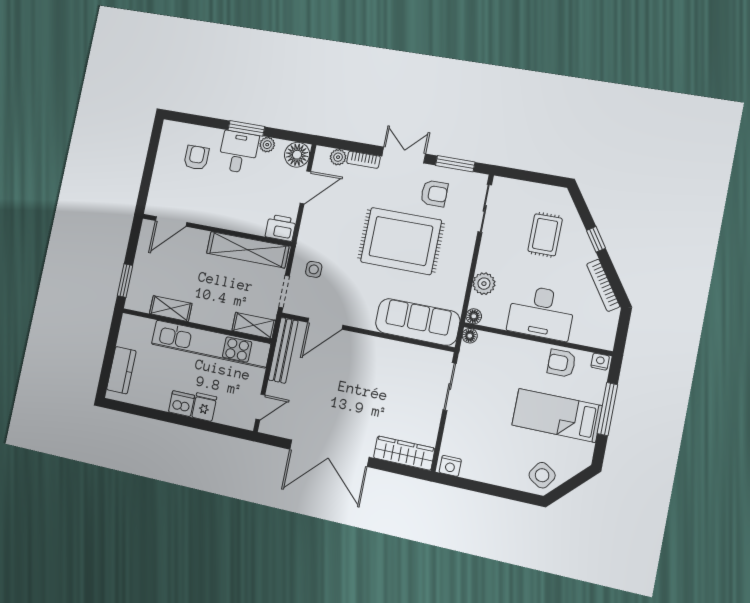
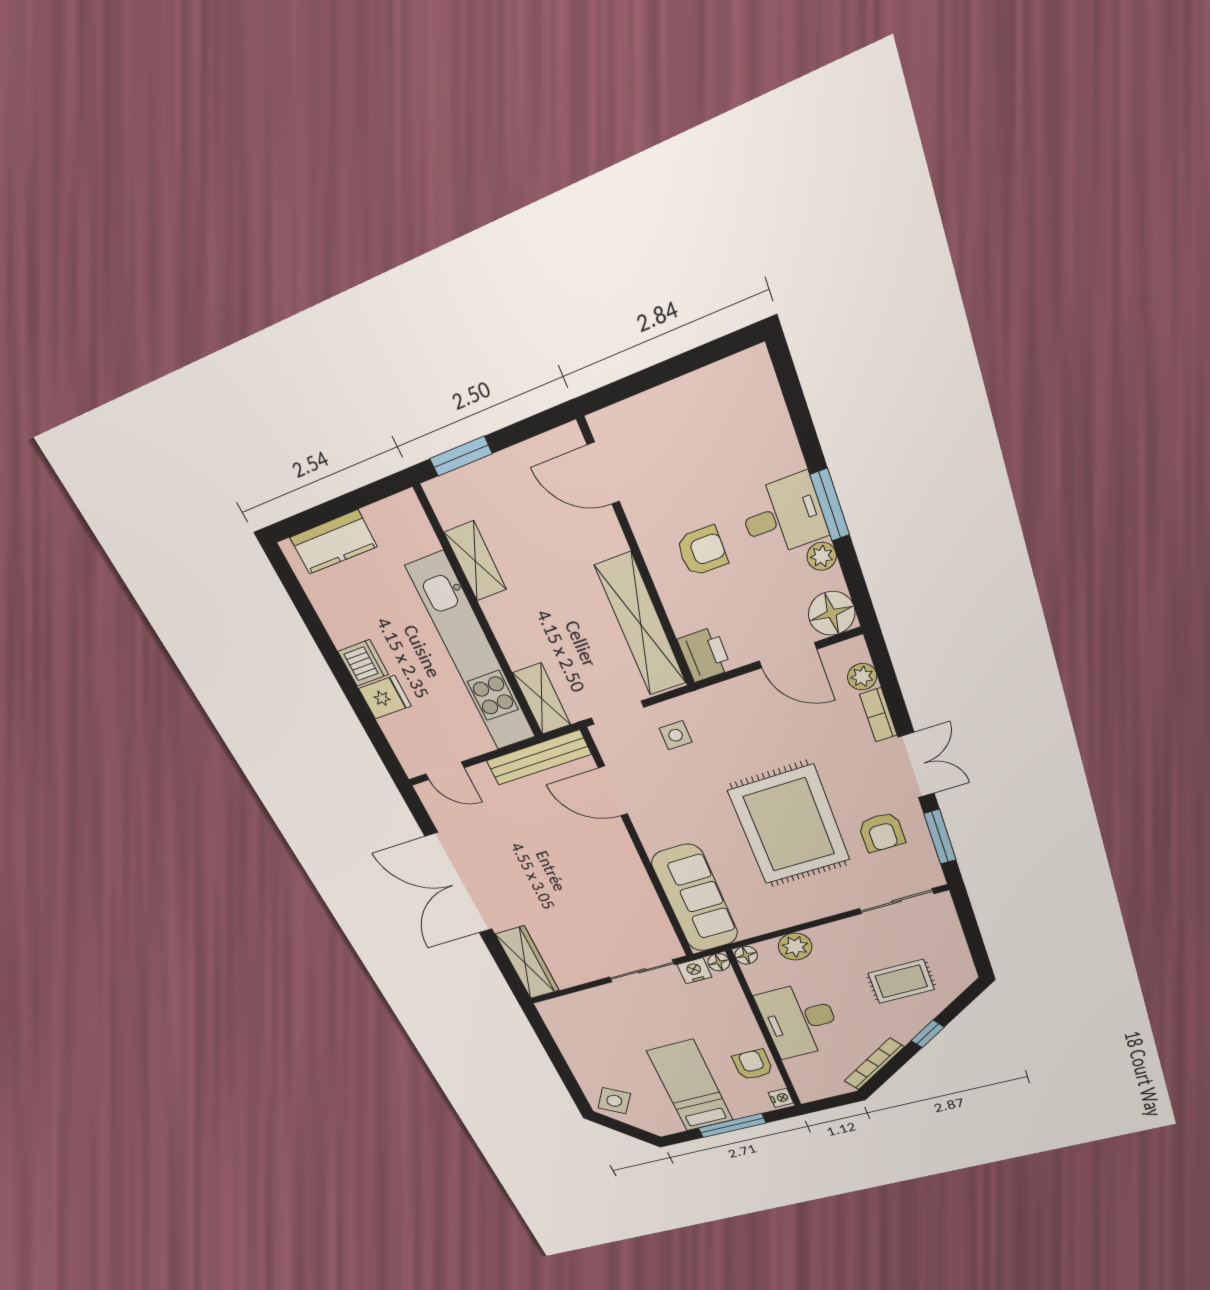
armchair: (196, 158) -> (702, 551), moved
nightstand: (450, 466) -> (694, 971), moved, turned 90

